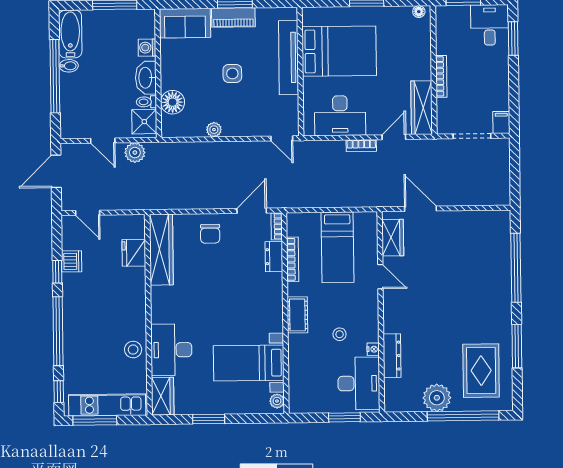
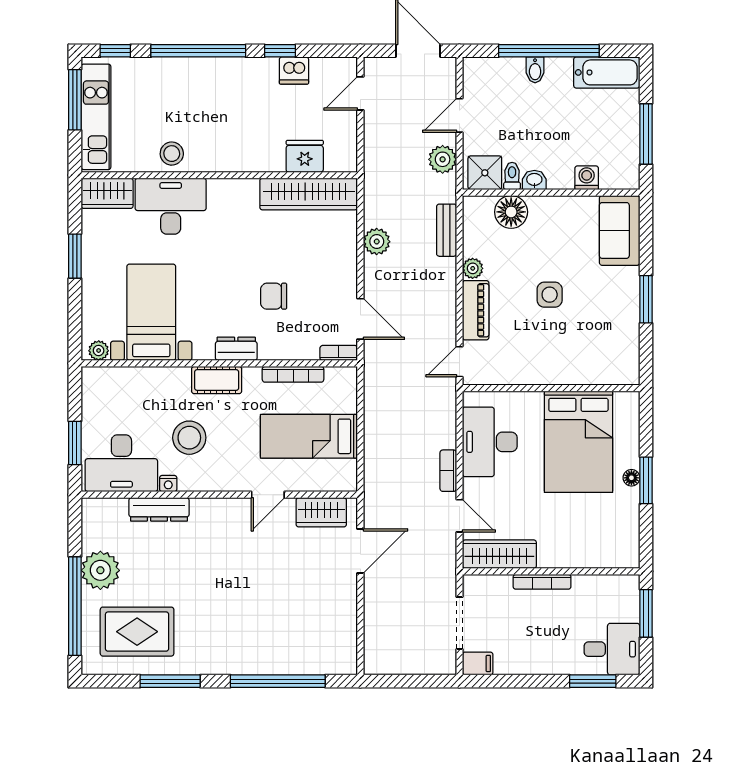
floor lamp: (419, 12) -> (631, 478), moved
piano: (233, 18) -> (476, 310), moved, turned 180
tv unit: (289, 58) -> (571, 372), removed
bidet: (69, 66) -> (535, 70), moved
washbasin: (146, 78) -> (534, 180), width x0.52, depth x0.69
bench: (186, 149) -> (447, 230), added
plant: (195, 200) -> (377, 242), added
chair: (210, 234) -> (274, 296), moved
dresser: (274, 257) -> (236, 349), moved
stool: (340, 334) -> (189, 438), width x1.89, depth x1.89

